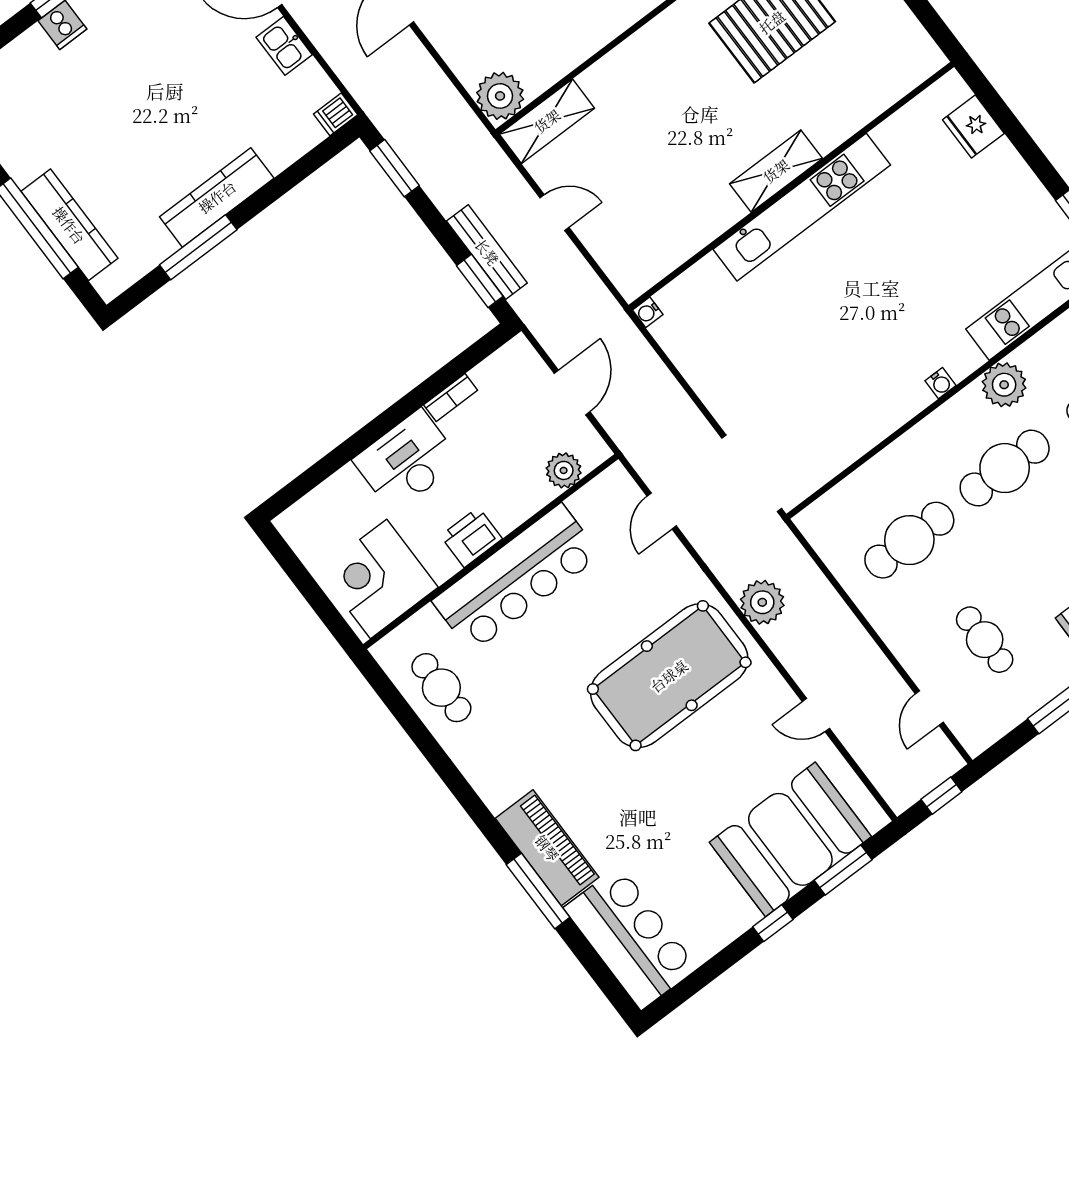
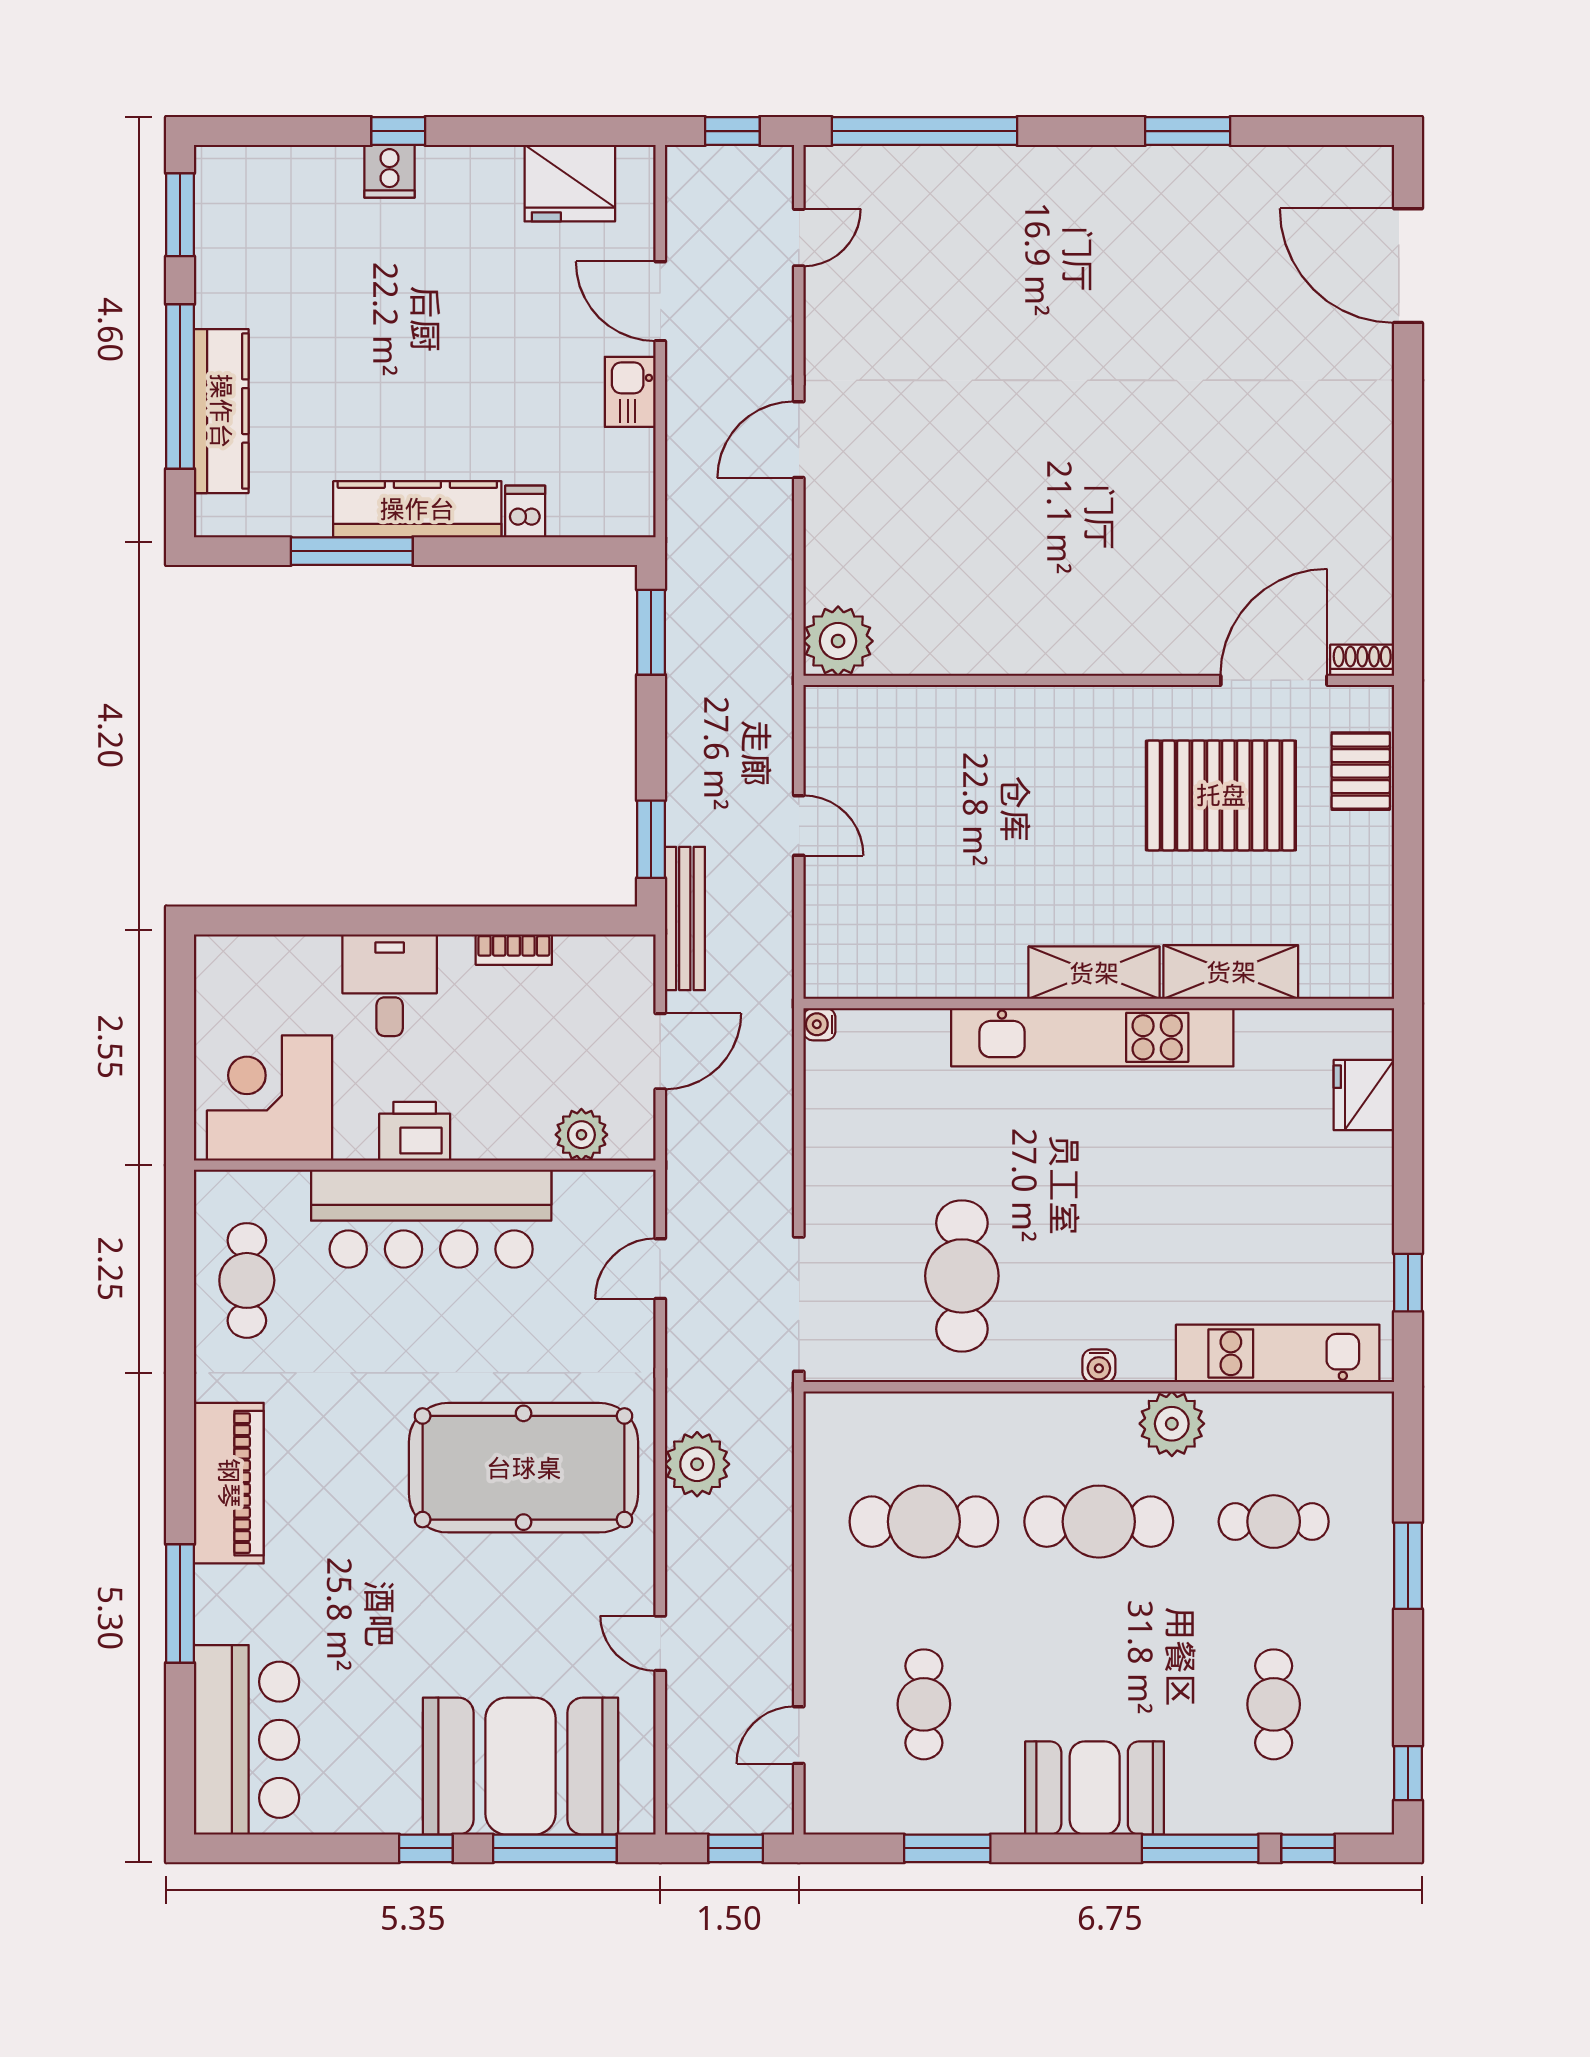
dishwasher: (336, 114) -> (525, 511), moved, turned 90
shelving: (547, 121) -> (1231, 972), moved
bench: (487, 252) -> (685, 919), moved
cafe table: (829, 391) -> (962, 1276), added
desk: (407, 461) -> (390, 985), width x0.73
piano: (547, 848) -> (229, 1483), moved
window: (843, 870) -> (555, 1848), width x1.44

